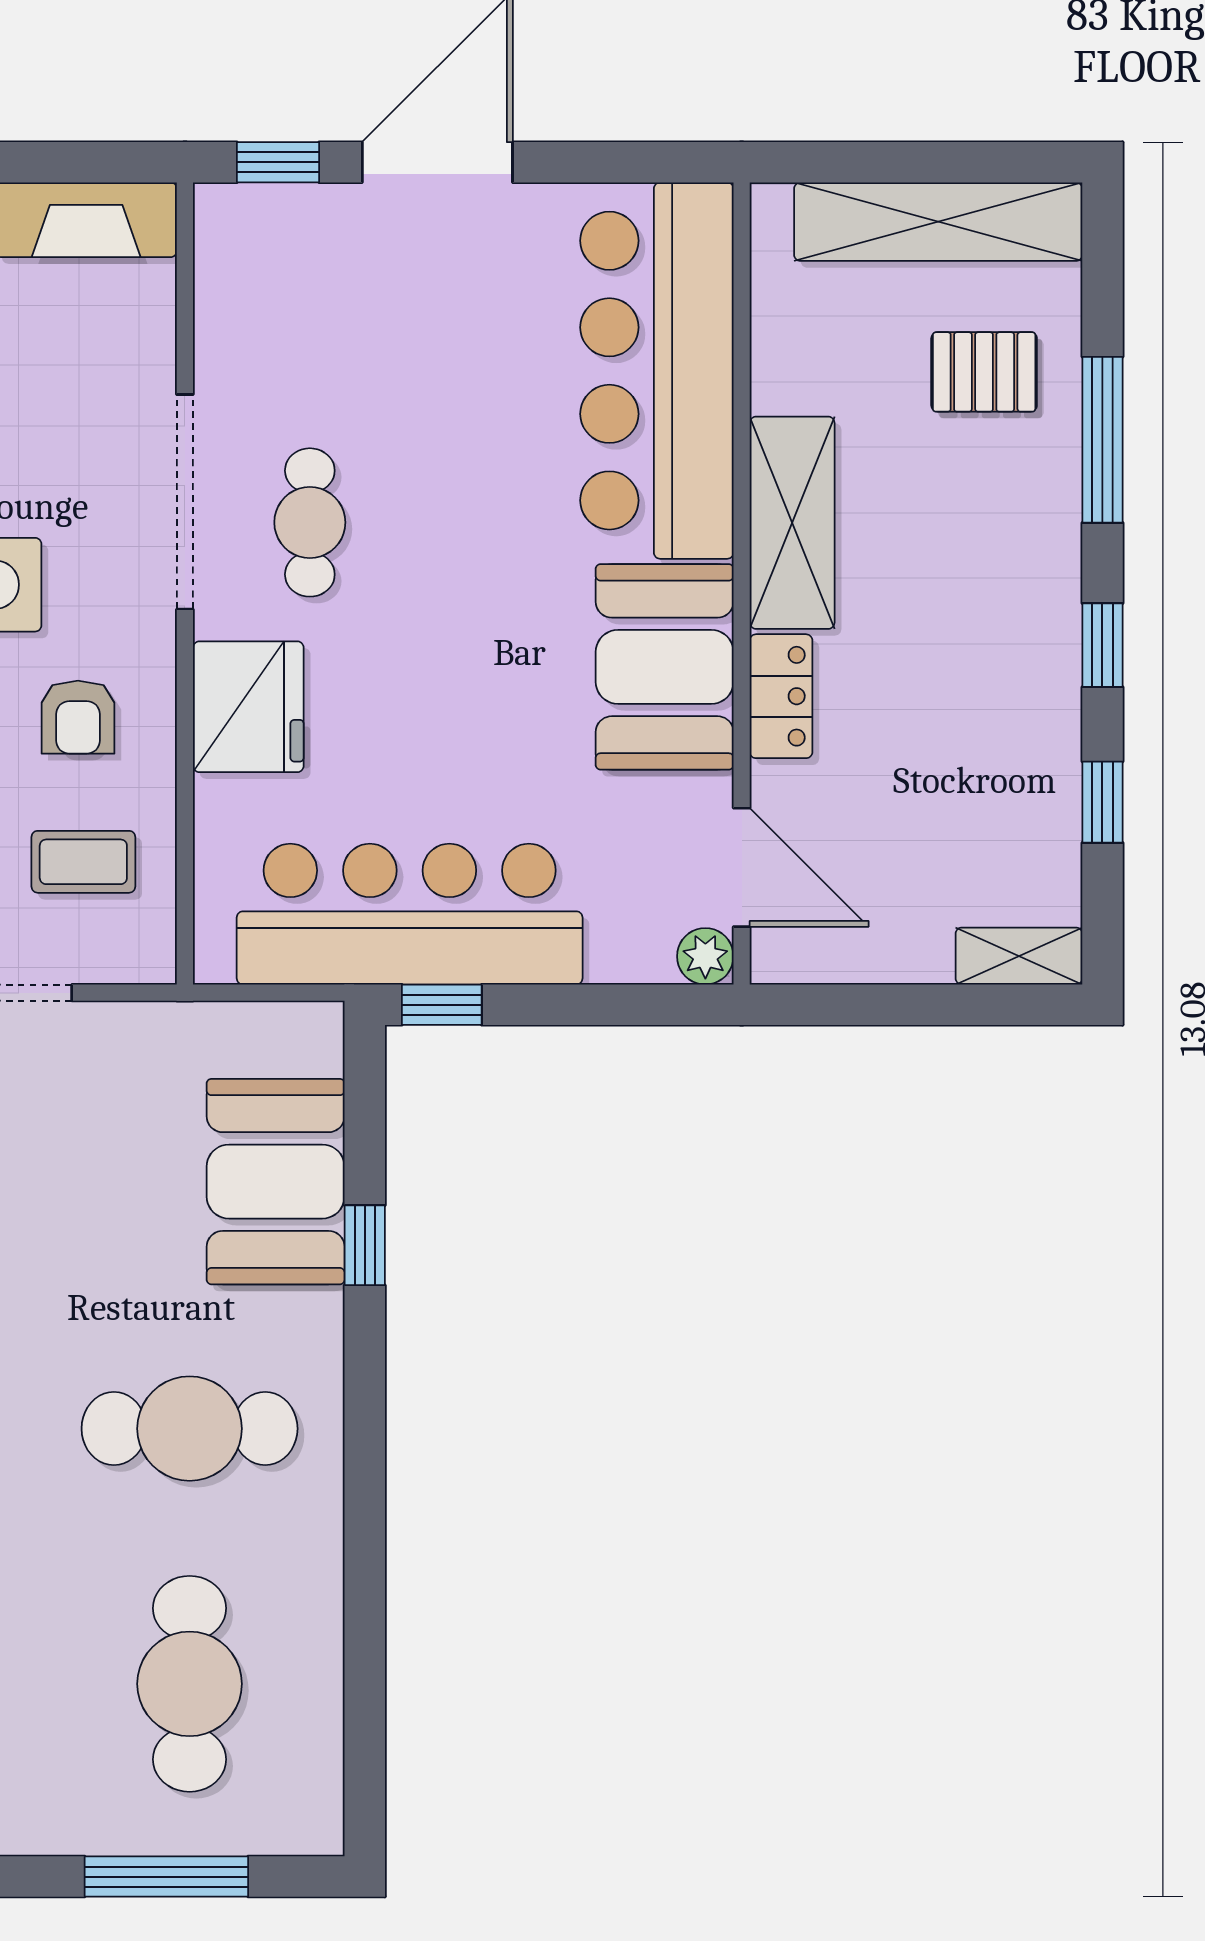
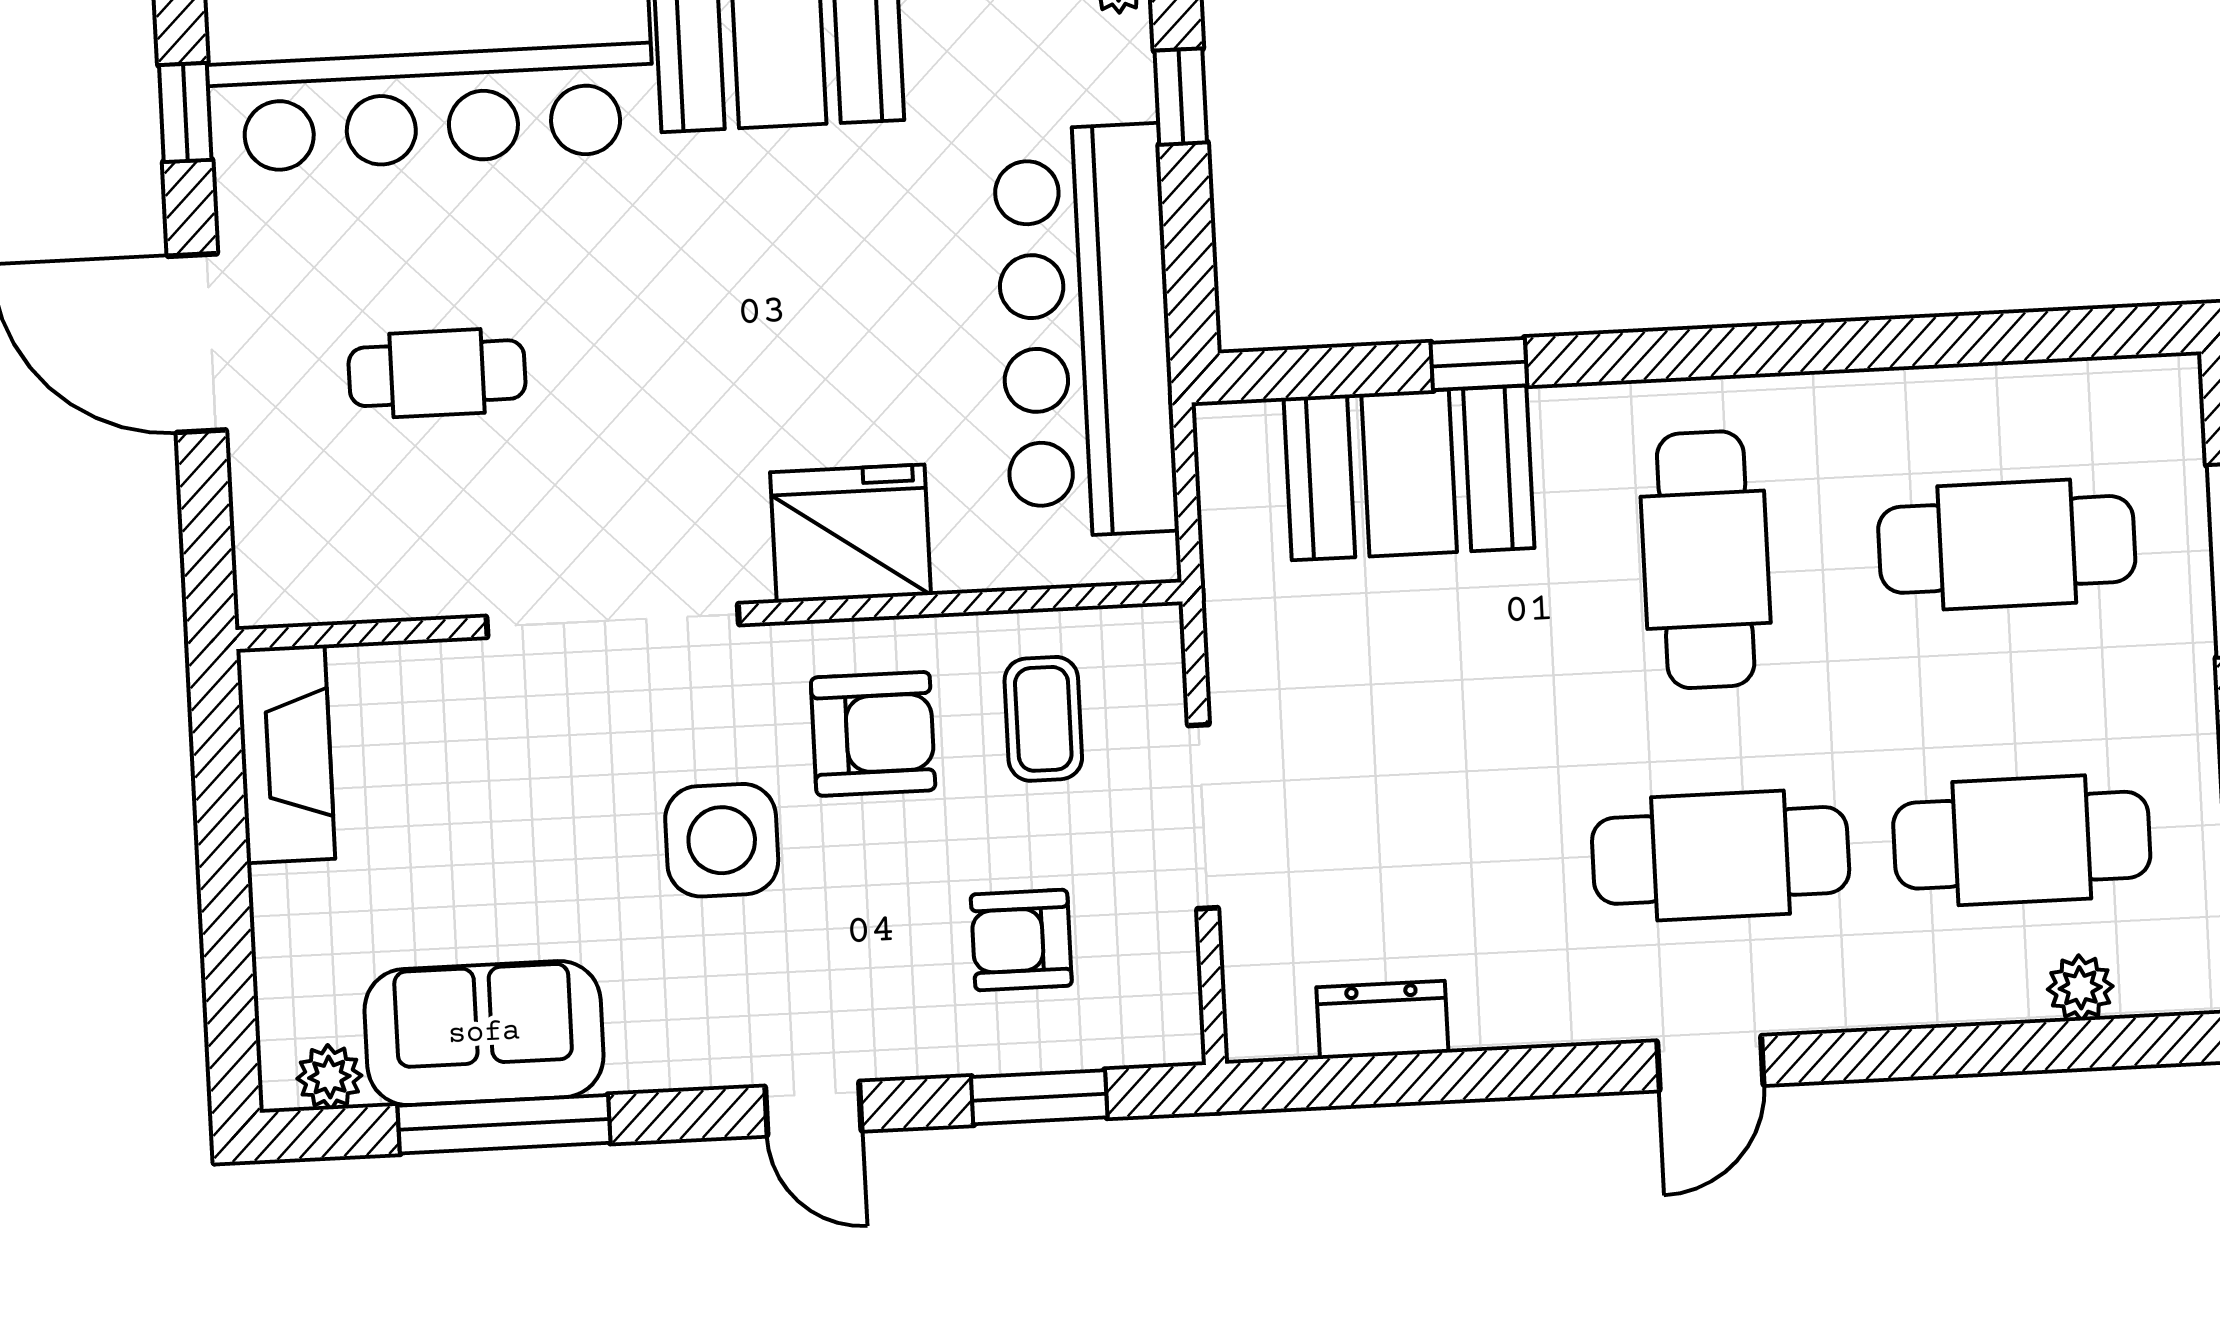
window: (278, 162) -> (185, 112), moved
cafe table: (310, 522) -> (437, 373), moved
armchair: (78, 717) -> (873, 734), width x1.38, depth x1.38
window: (442, 1005) -> (1181, 97), moved

